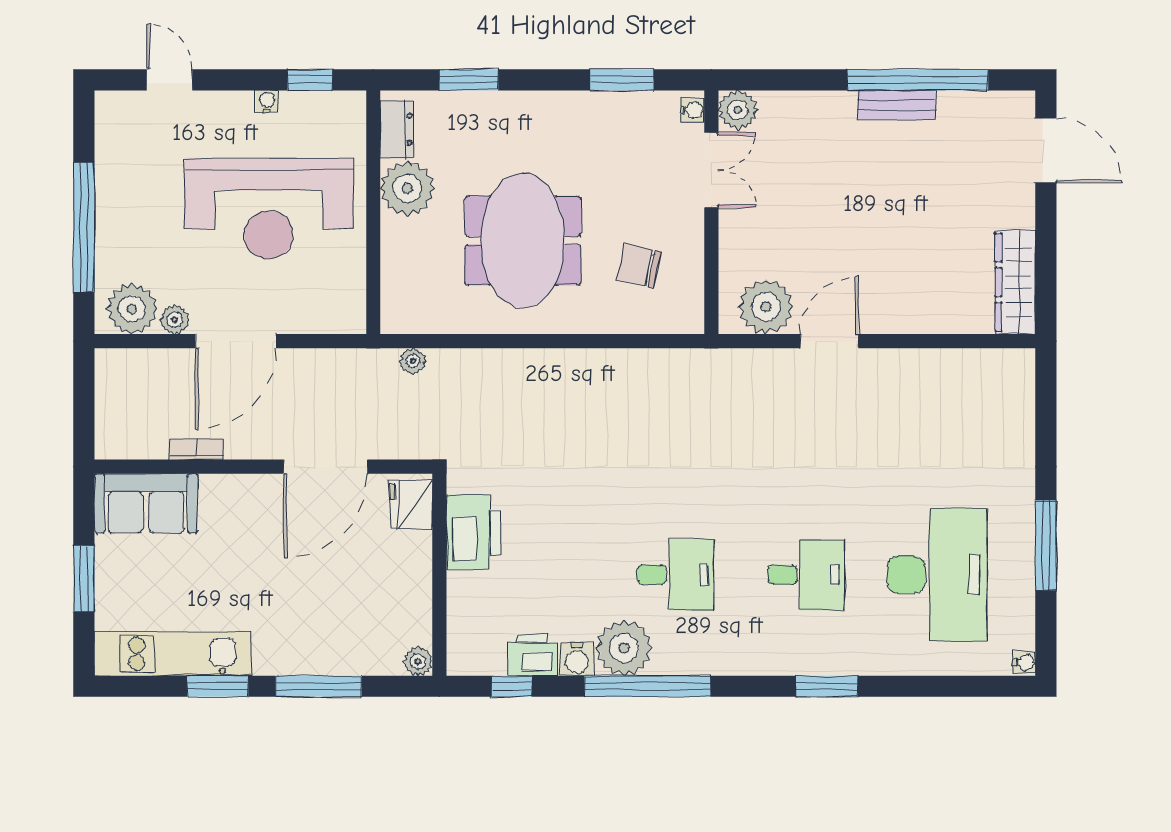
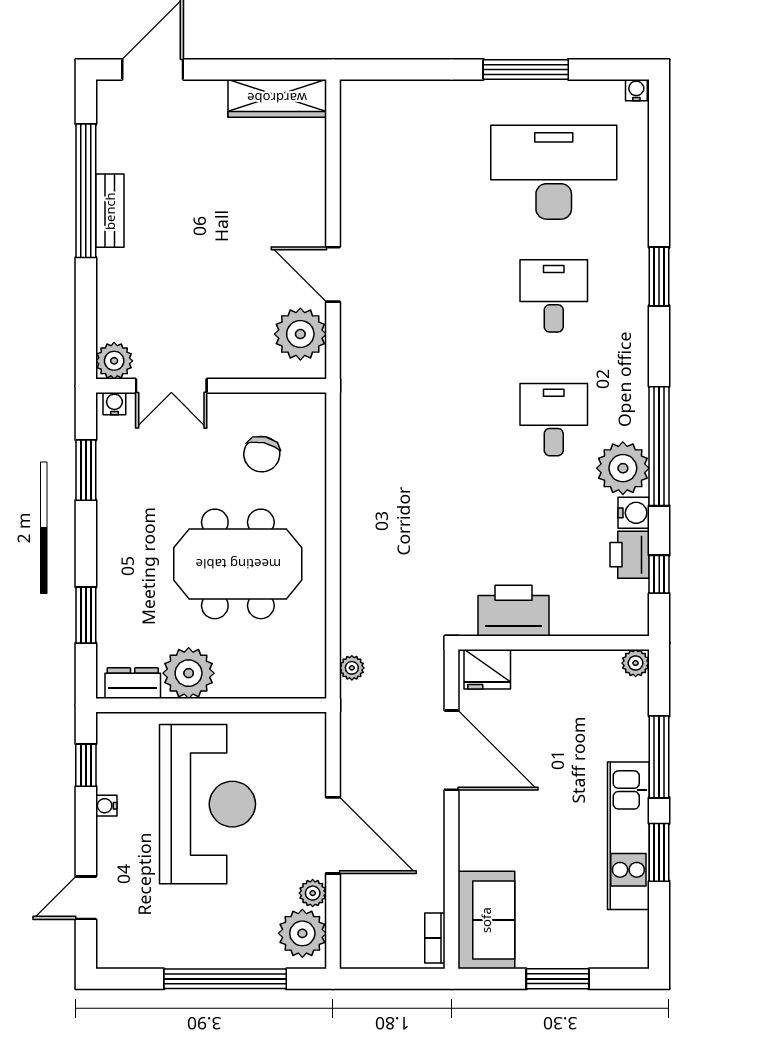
double door: (711, 170) -> (171, 386), swing flipped
bookcase: (197, 449) -> (435, 938), moved
kitchen unit: (173, 654) -> (628, 836), moved

